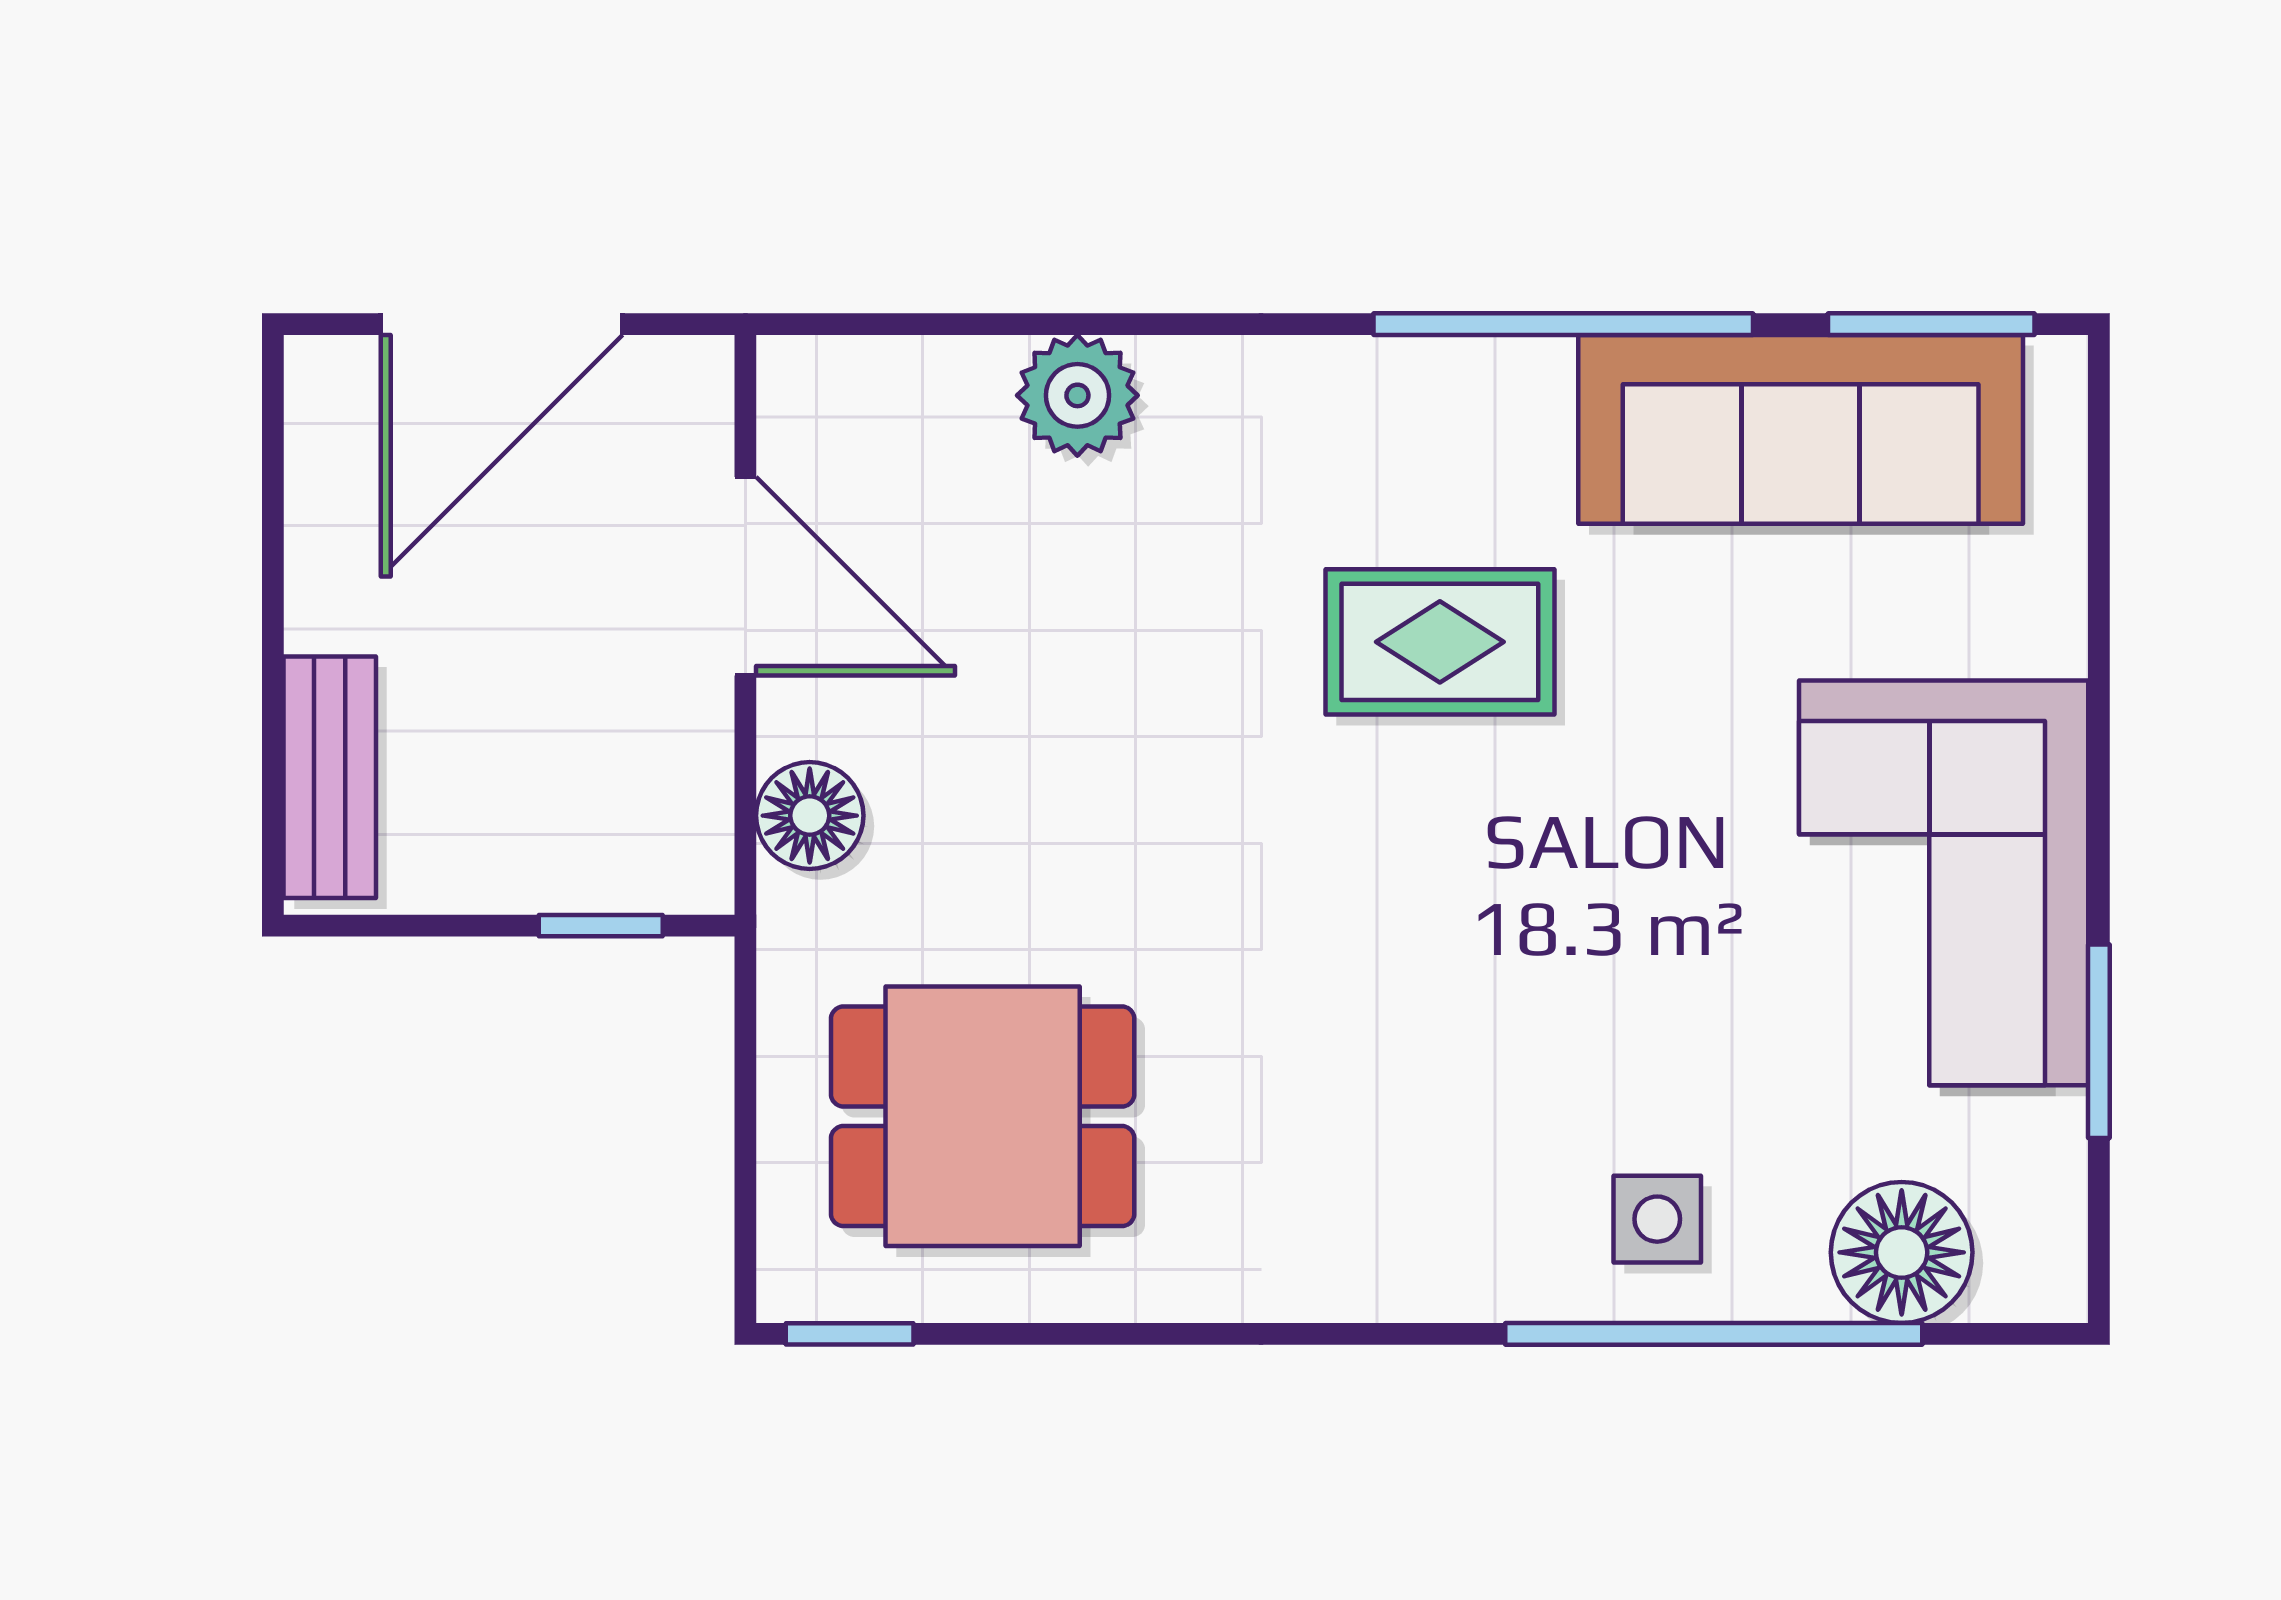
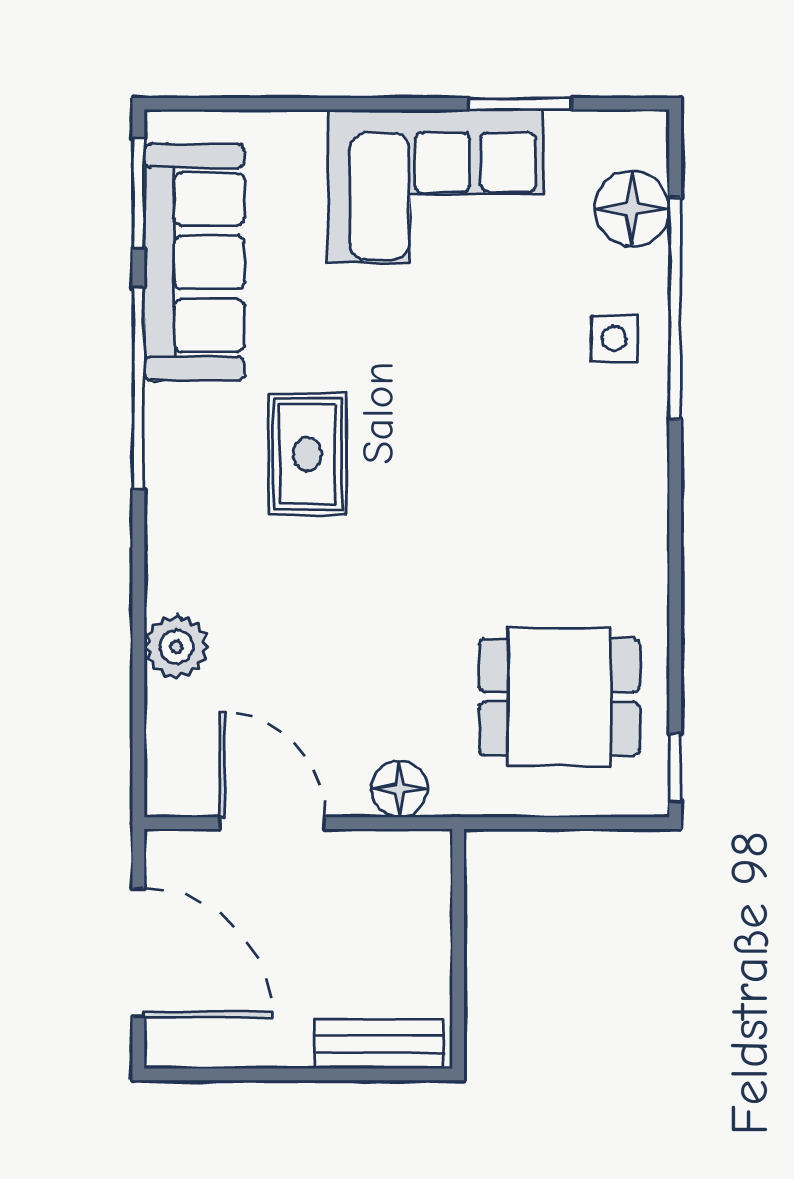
door: (745, 576) -> (272, 823), hinge flipped
window: (601, 926) -> (458, 900), removed
dining table: (983, 1116) -> (559, 697), turned 90

